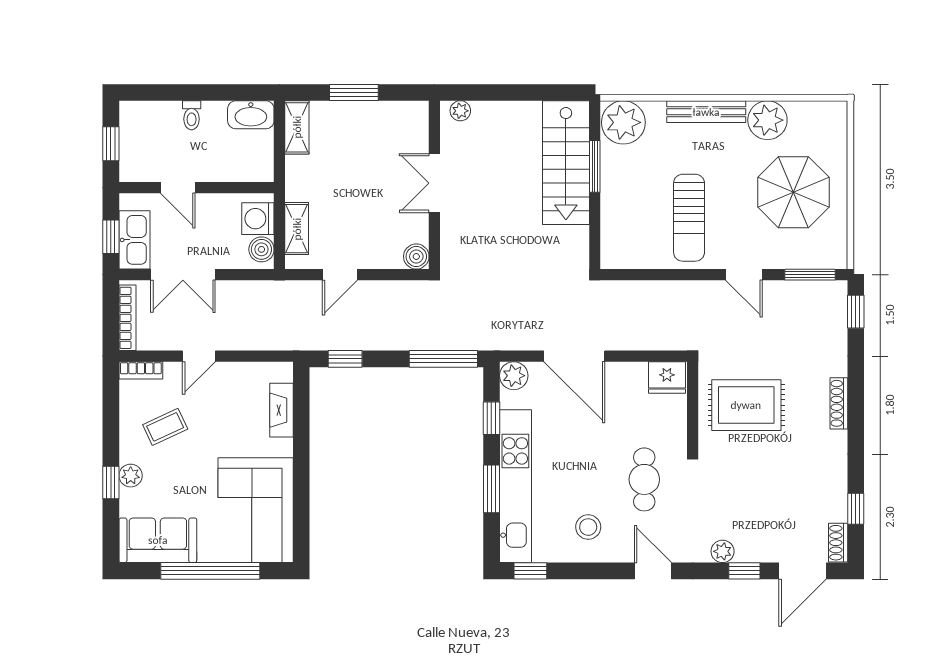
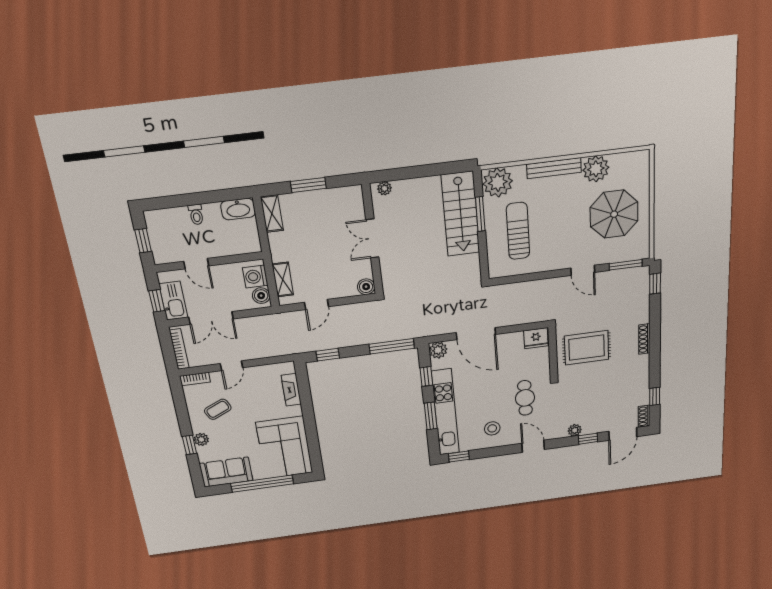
sun lounger: (689, 218) -> (518, 231), moved, turned 180

